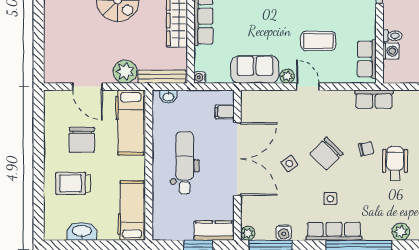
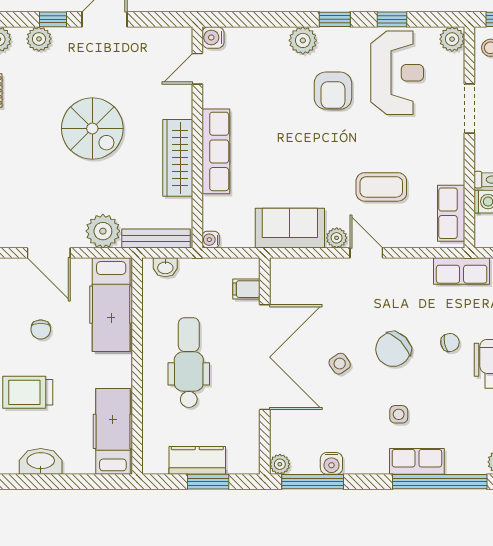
chair: (82, 140) -> (41, 329), width x0.54, depth x0.54
kitchen counter: (214, 231) -> (197, 460), moved
row of seats: (334, 231) -> (417, 461), width x0.68

